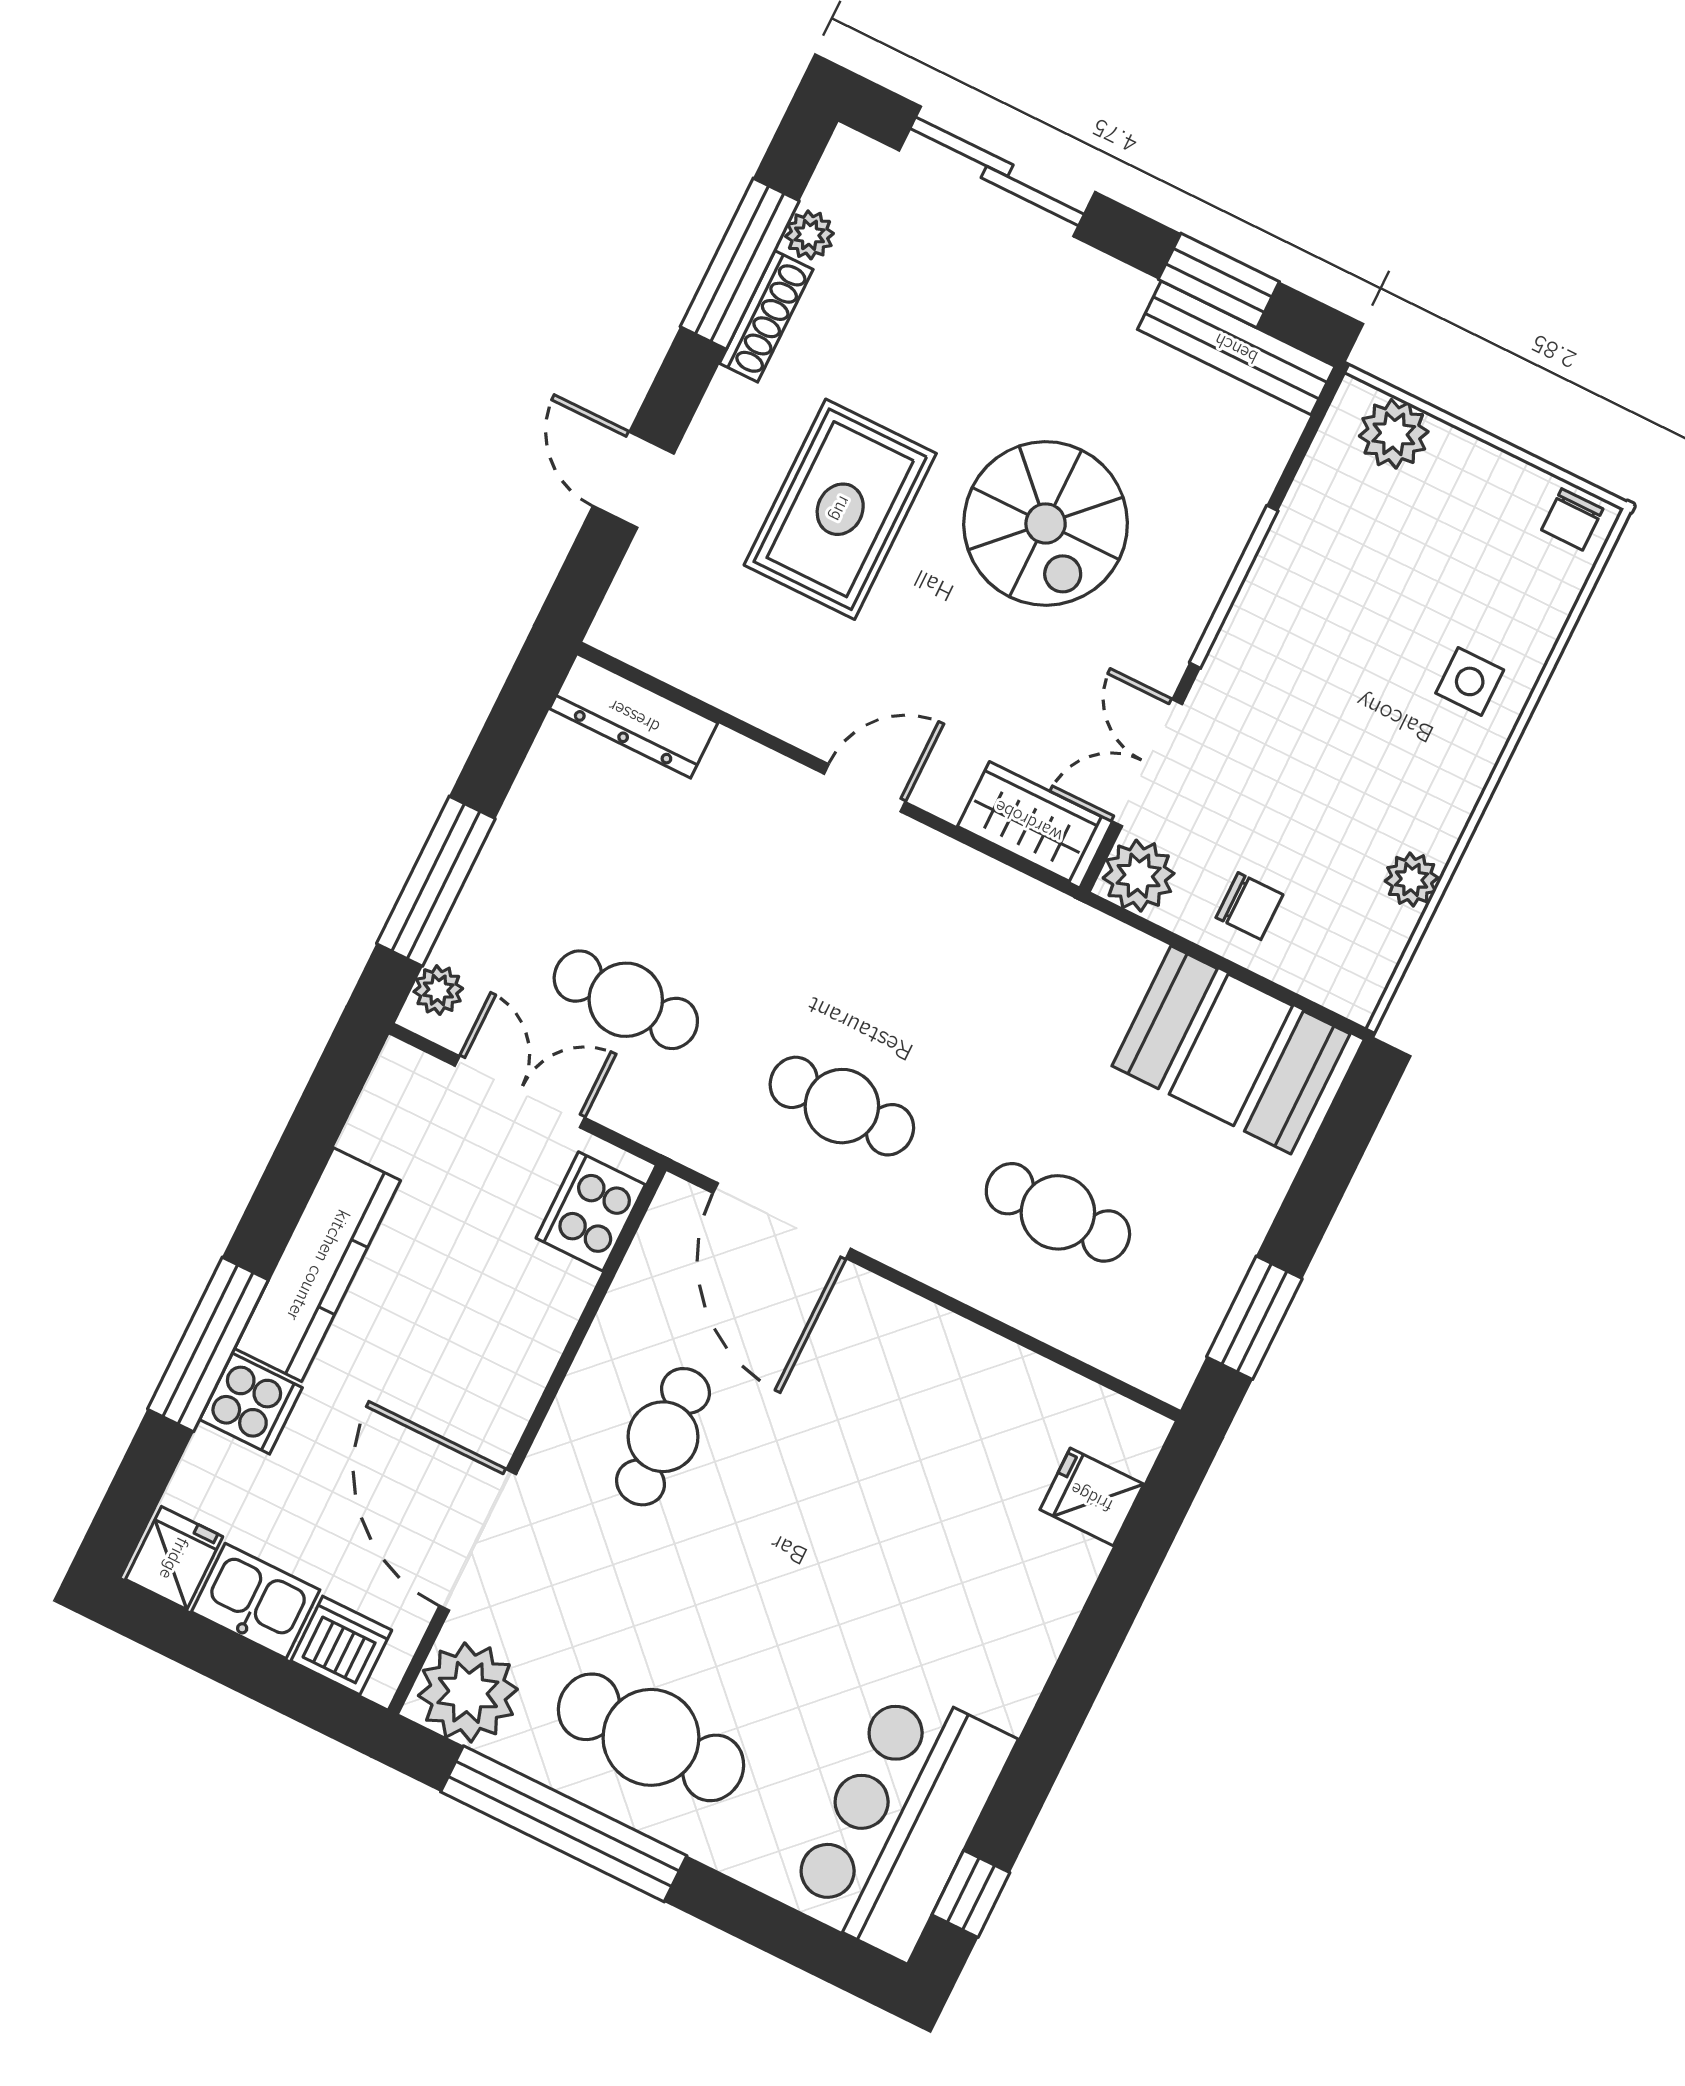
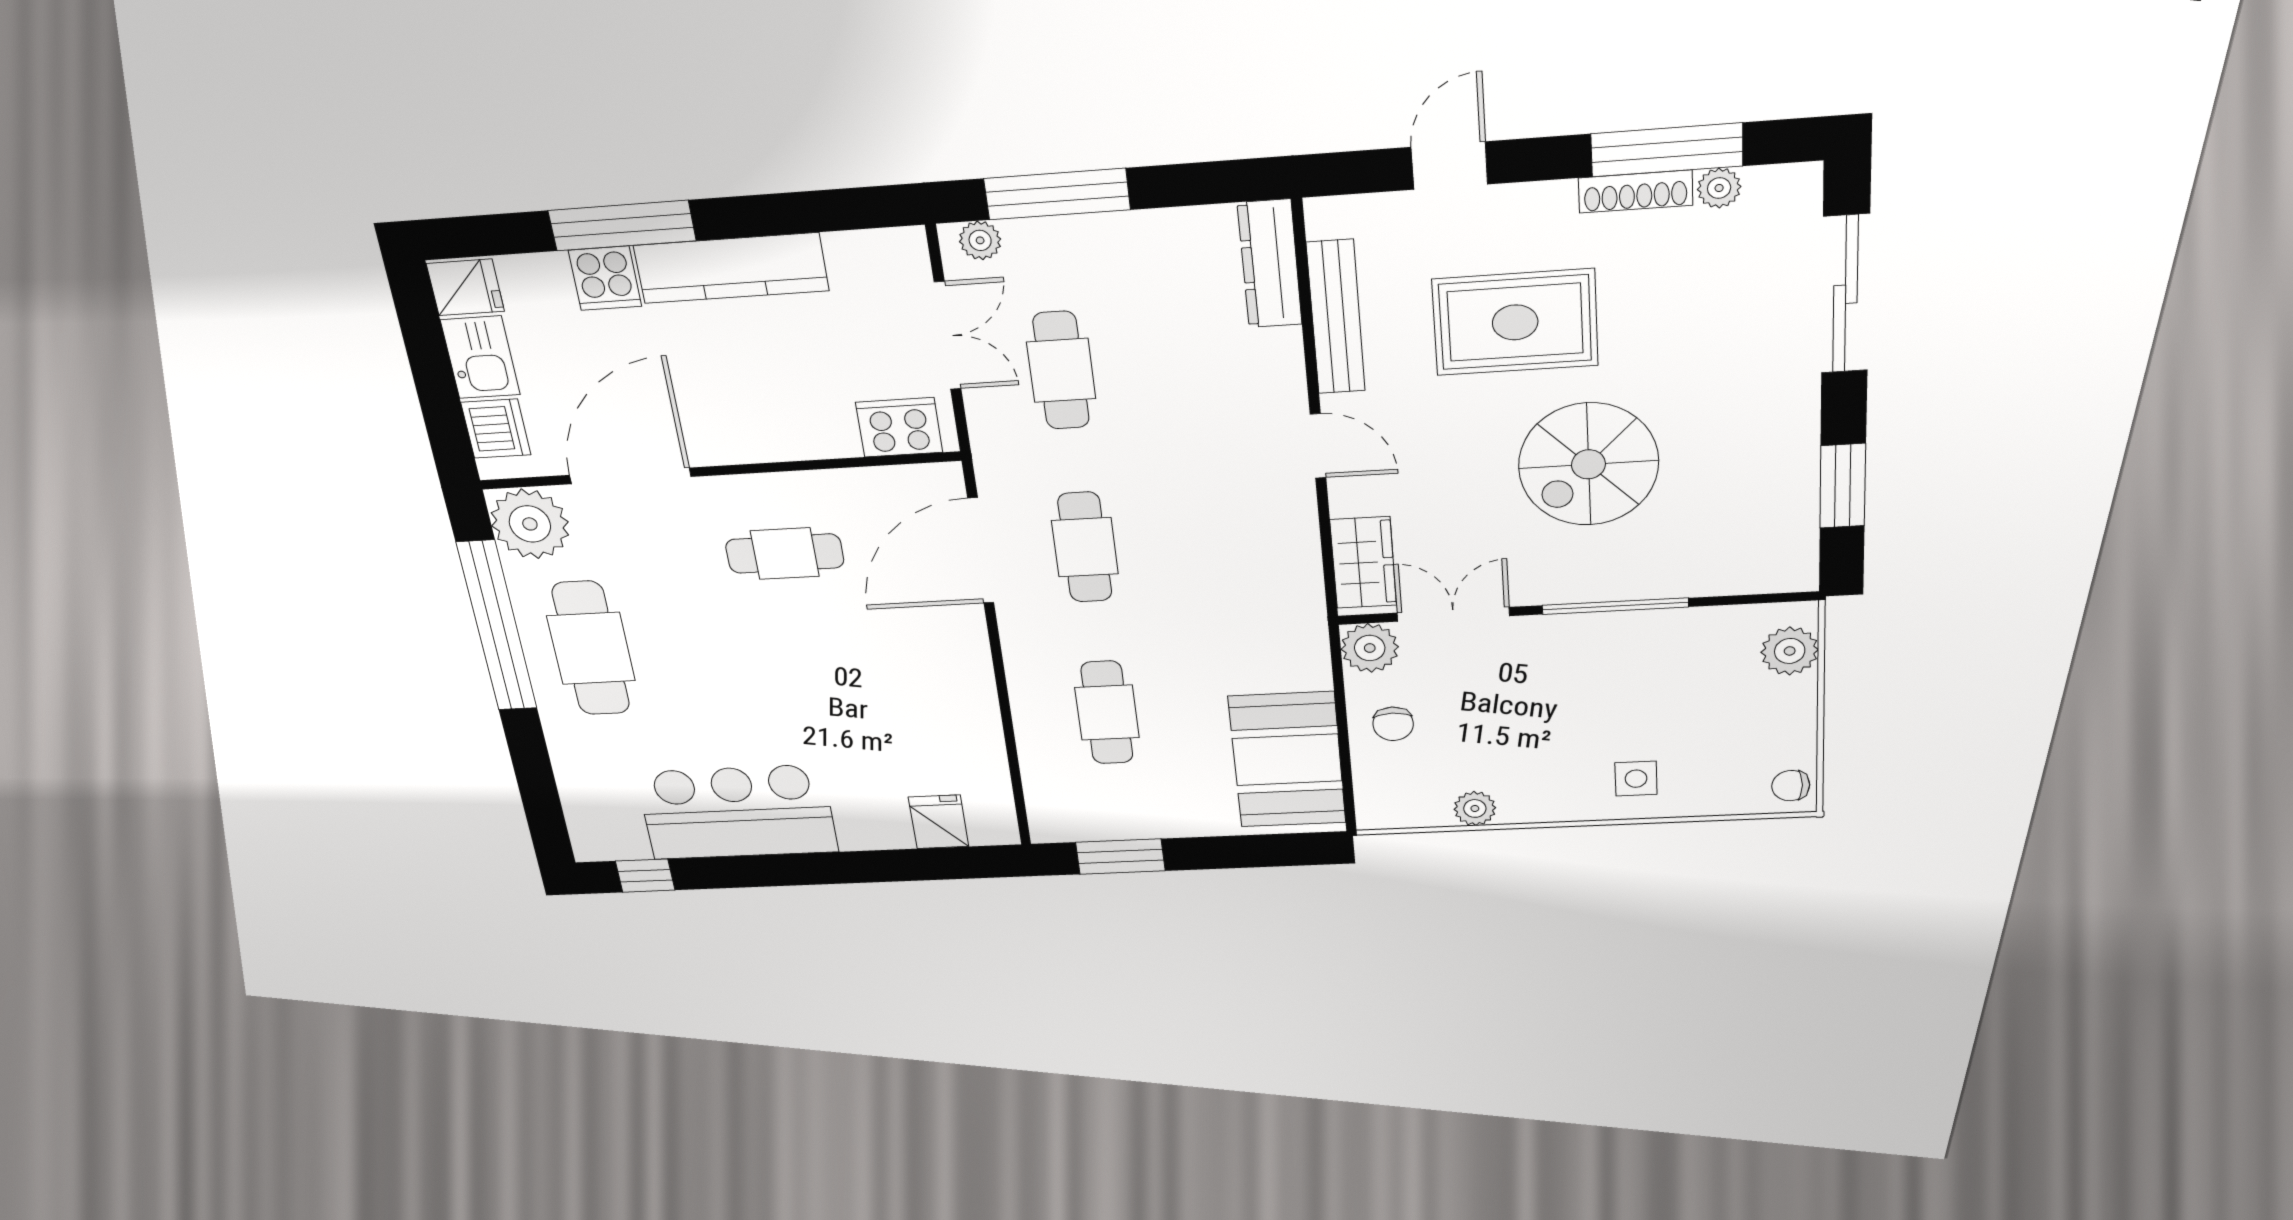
bench: (1236, 348) -> (1336, 317), moved
bar counter: (900, 1821) -> (737, 812), moved

